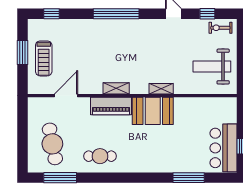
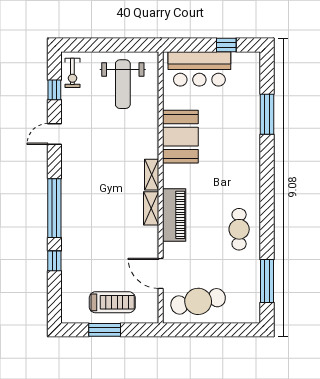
window: (51, 14) -> (54, 261), moved
shelving: (161, 89) -> (152, 175), moved
booth: (153, 111) -> (180, 137), moved
cafe table: (52, 144) -> (198, 301), moved
bar counter: (224, 148) -> (199, 69), moved

